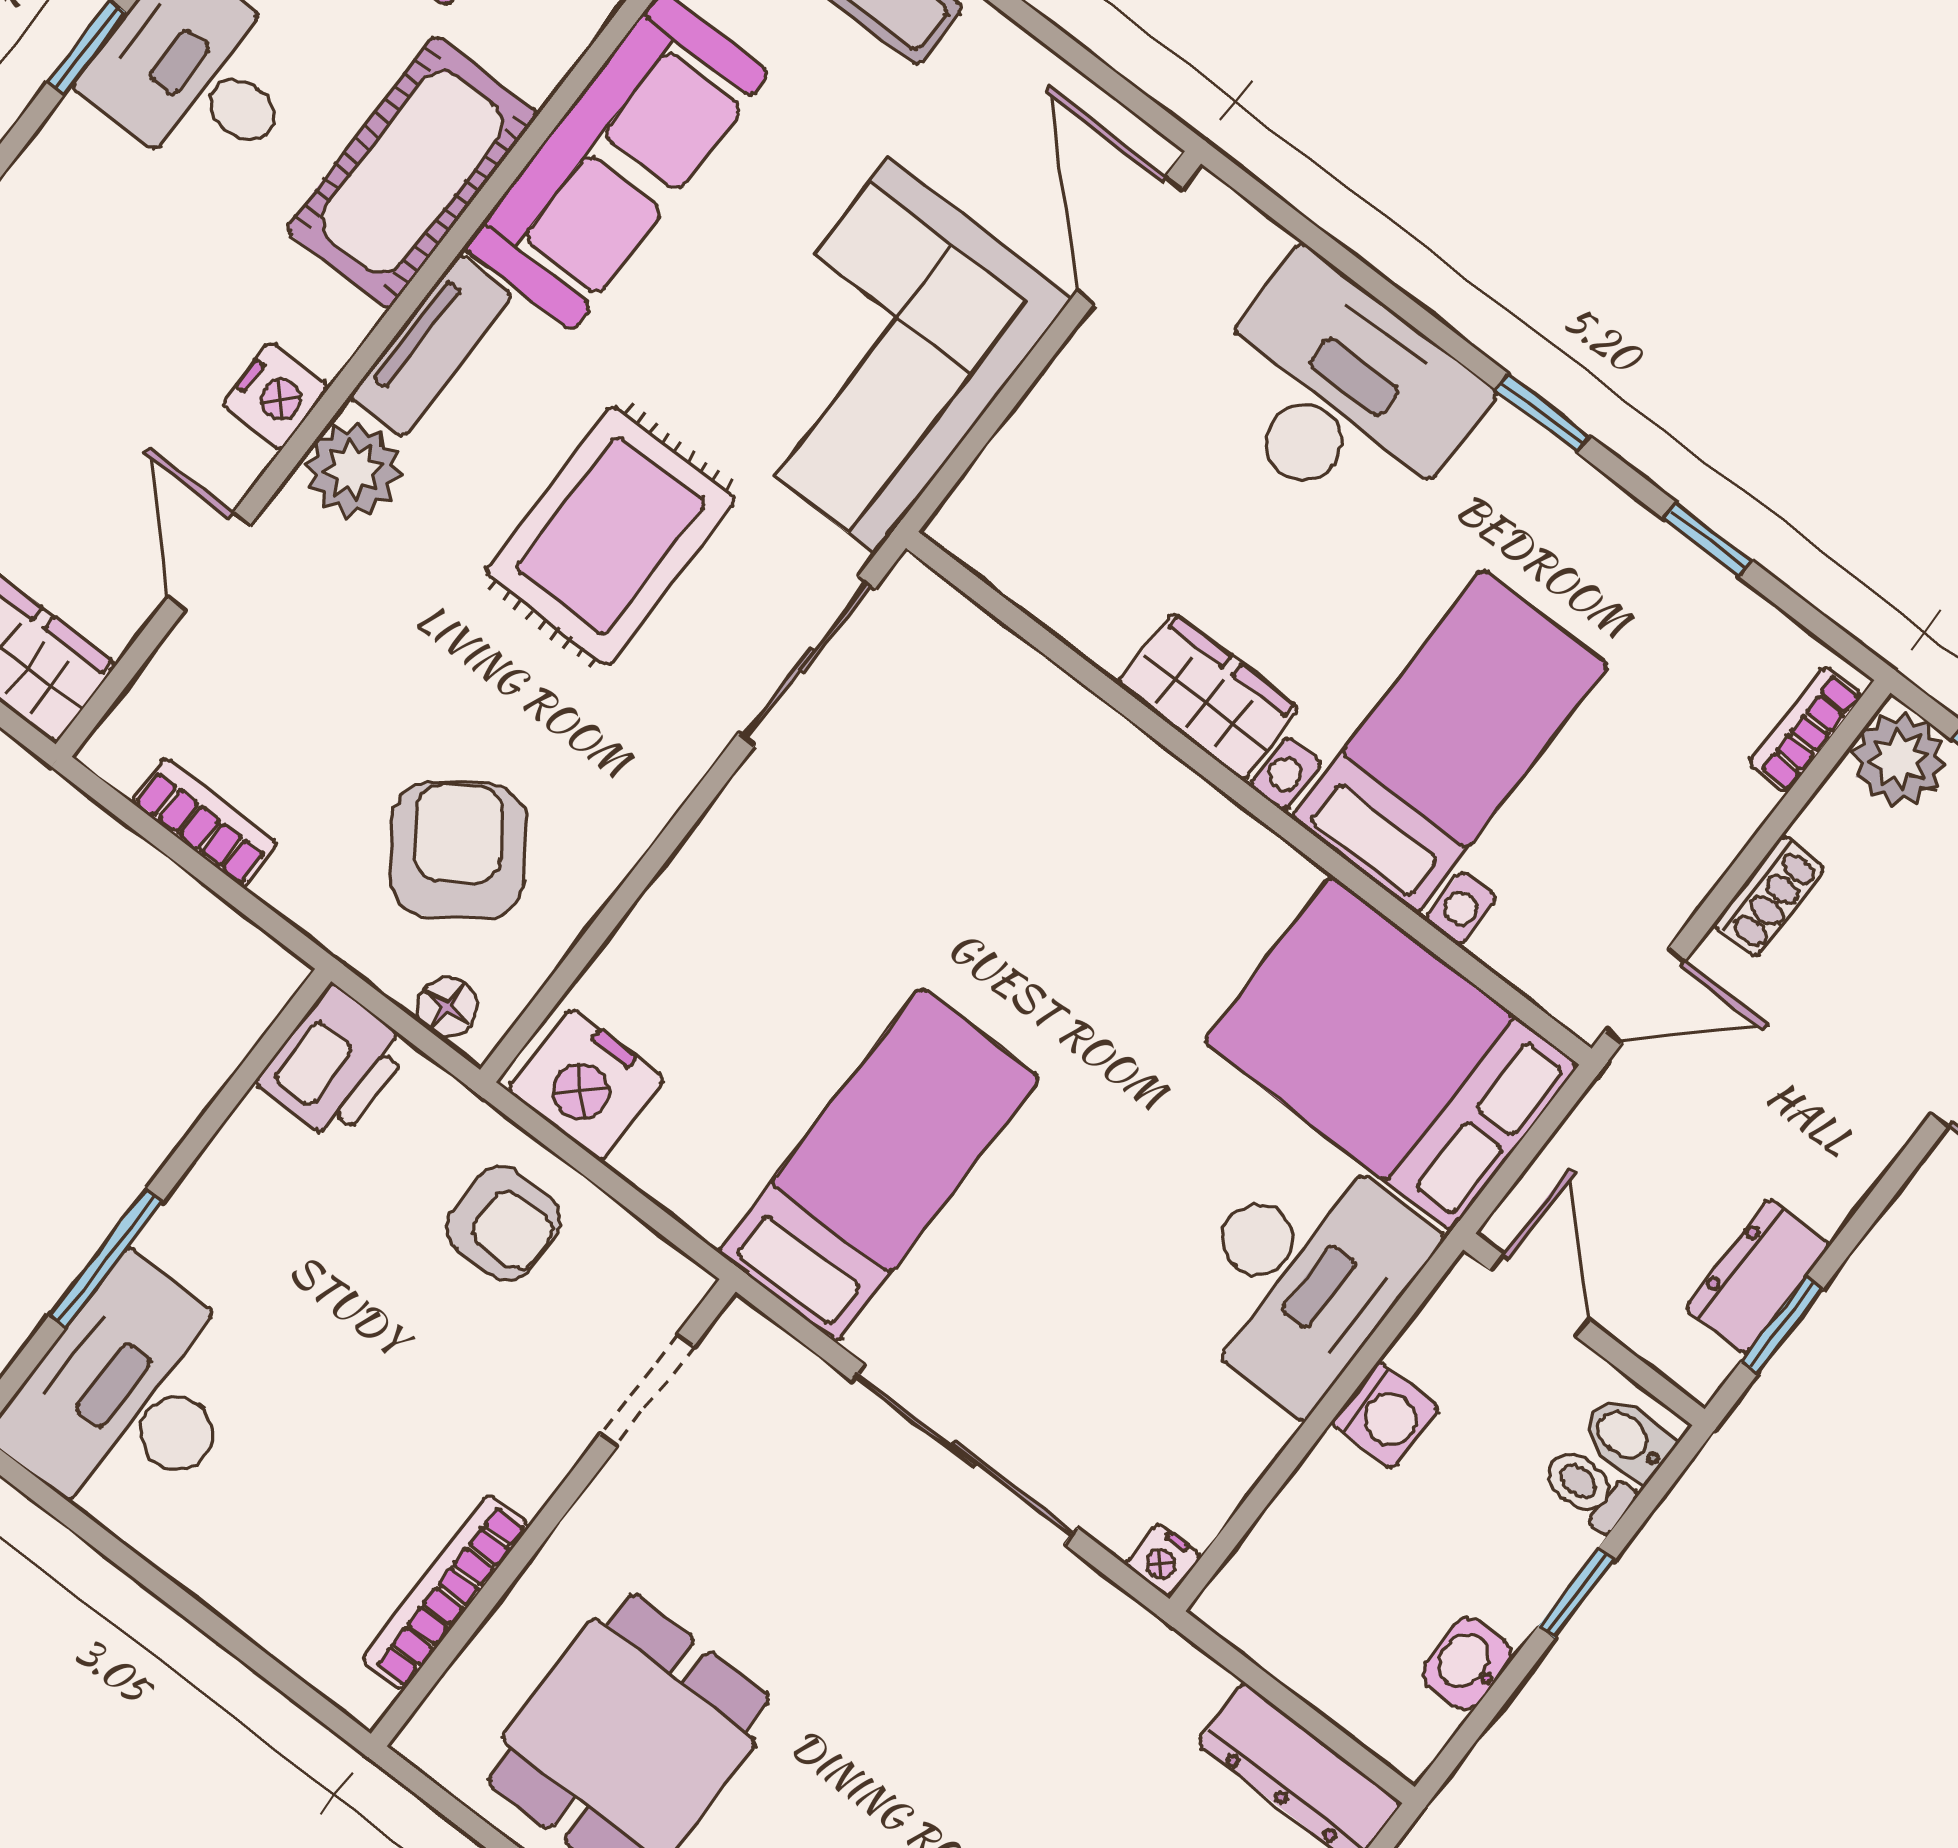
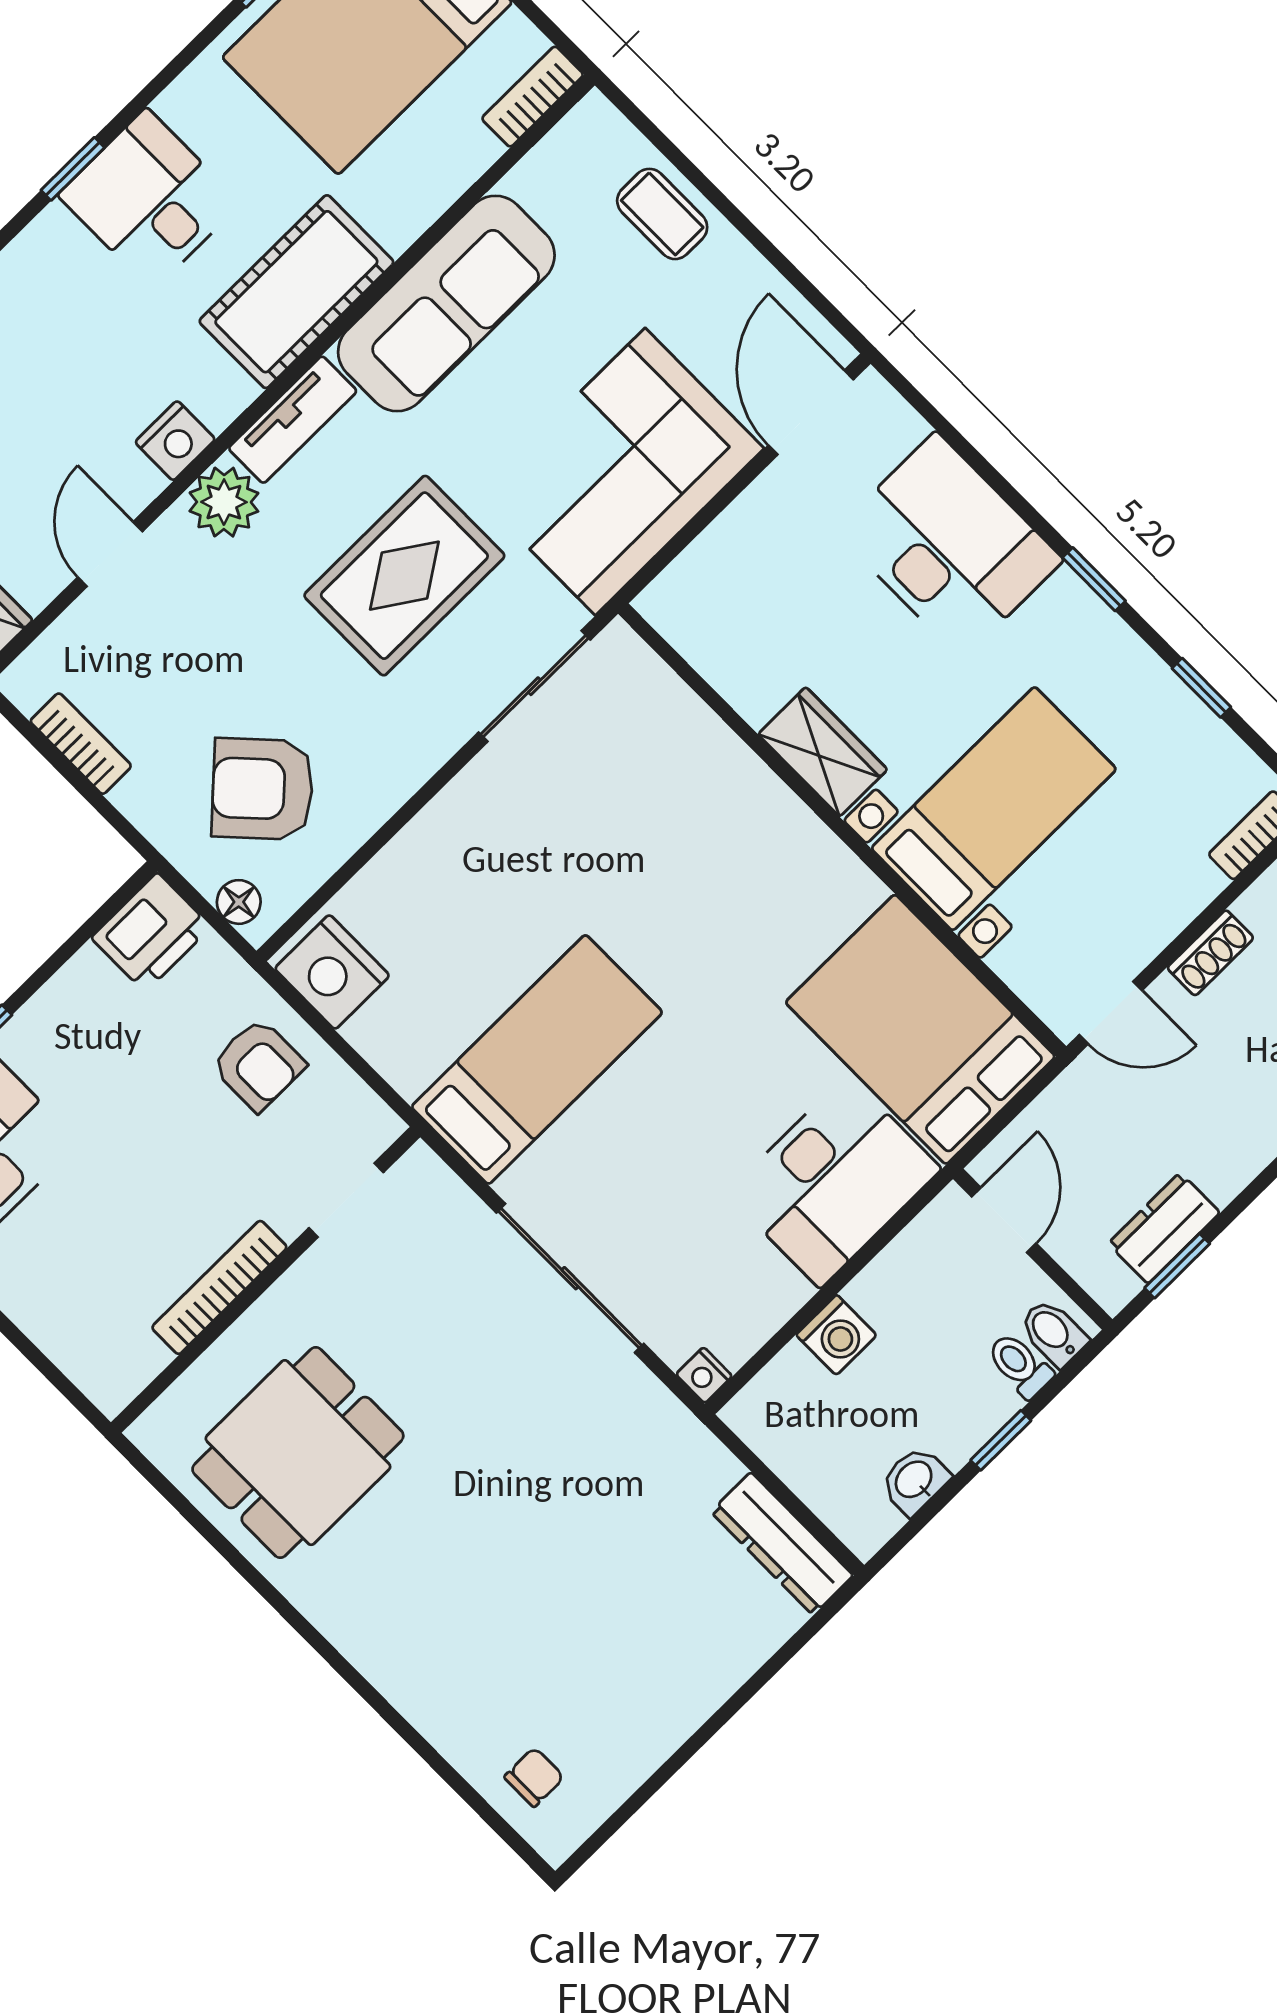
armchair: (458, 850) -> (262, 789), turned -98
washing machine: (1385, 1415) -> (836, 1335), moved
bookcase: (446, 1592) -> (219, 1287), moved

